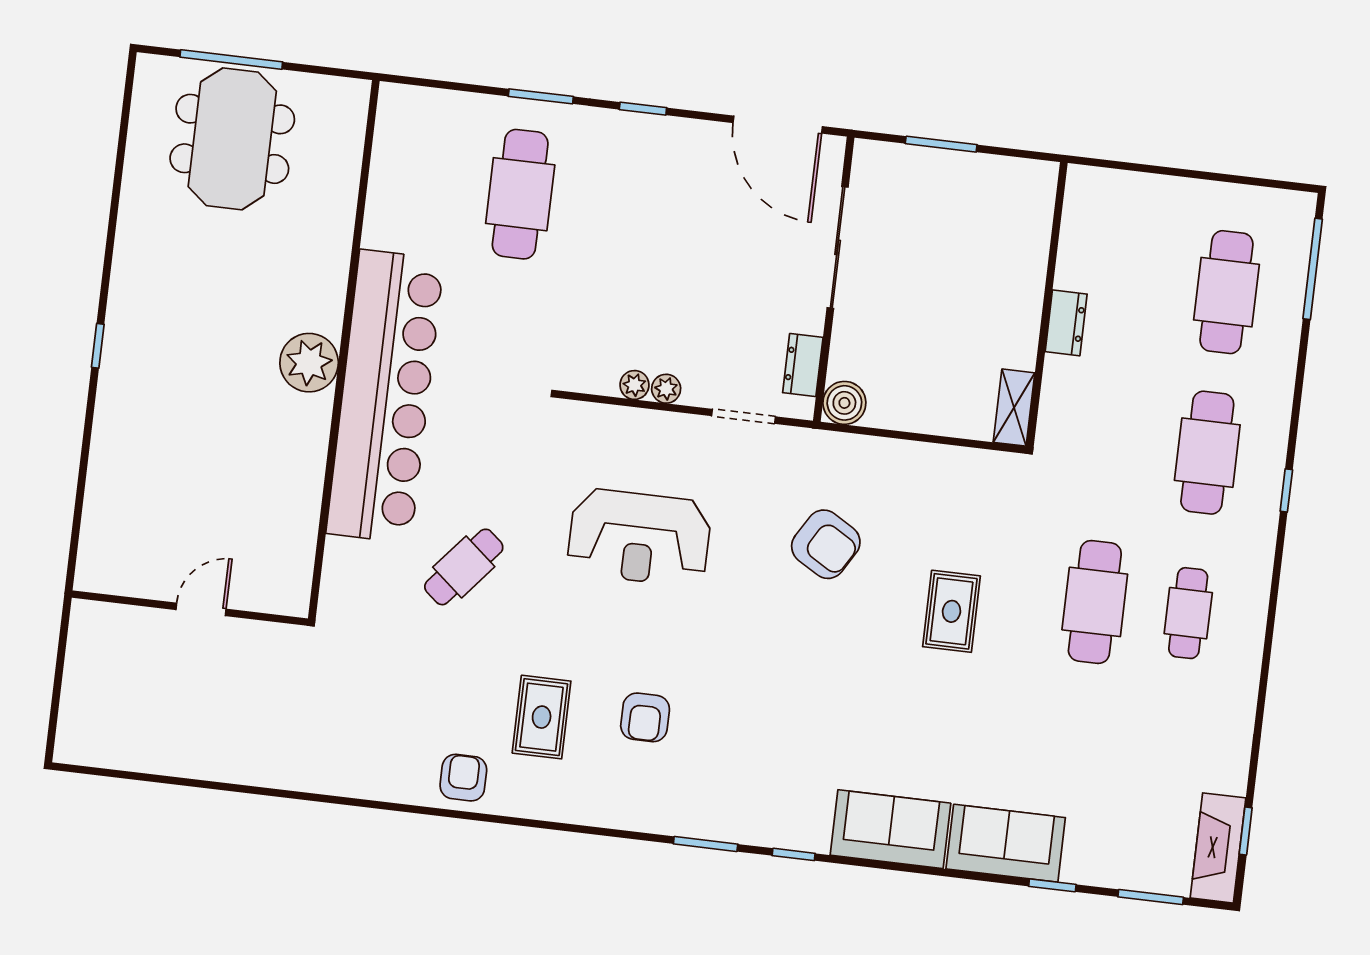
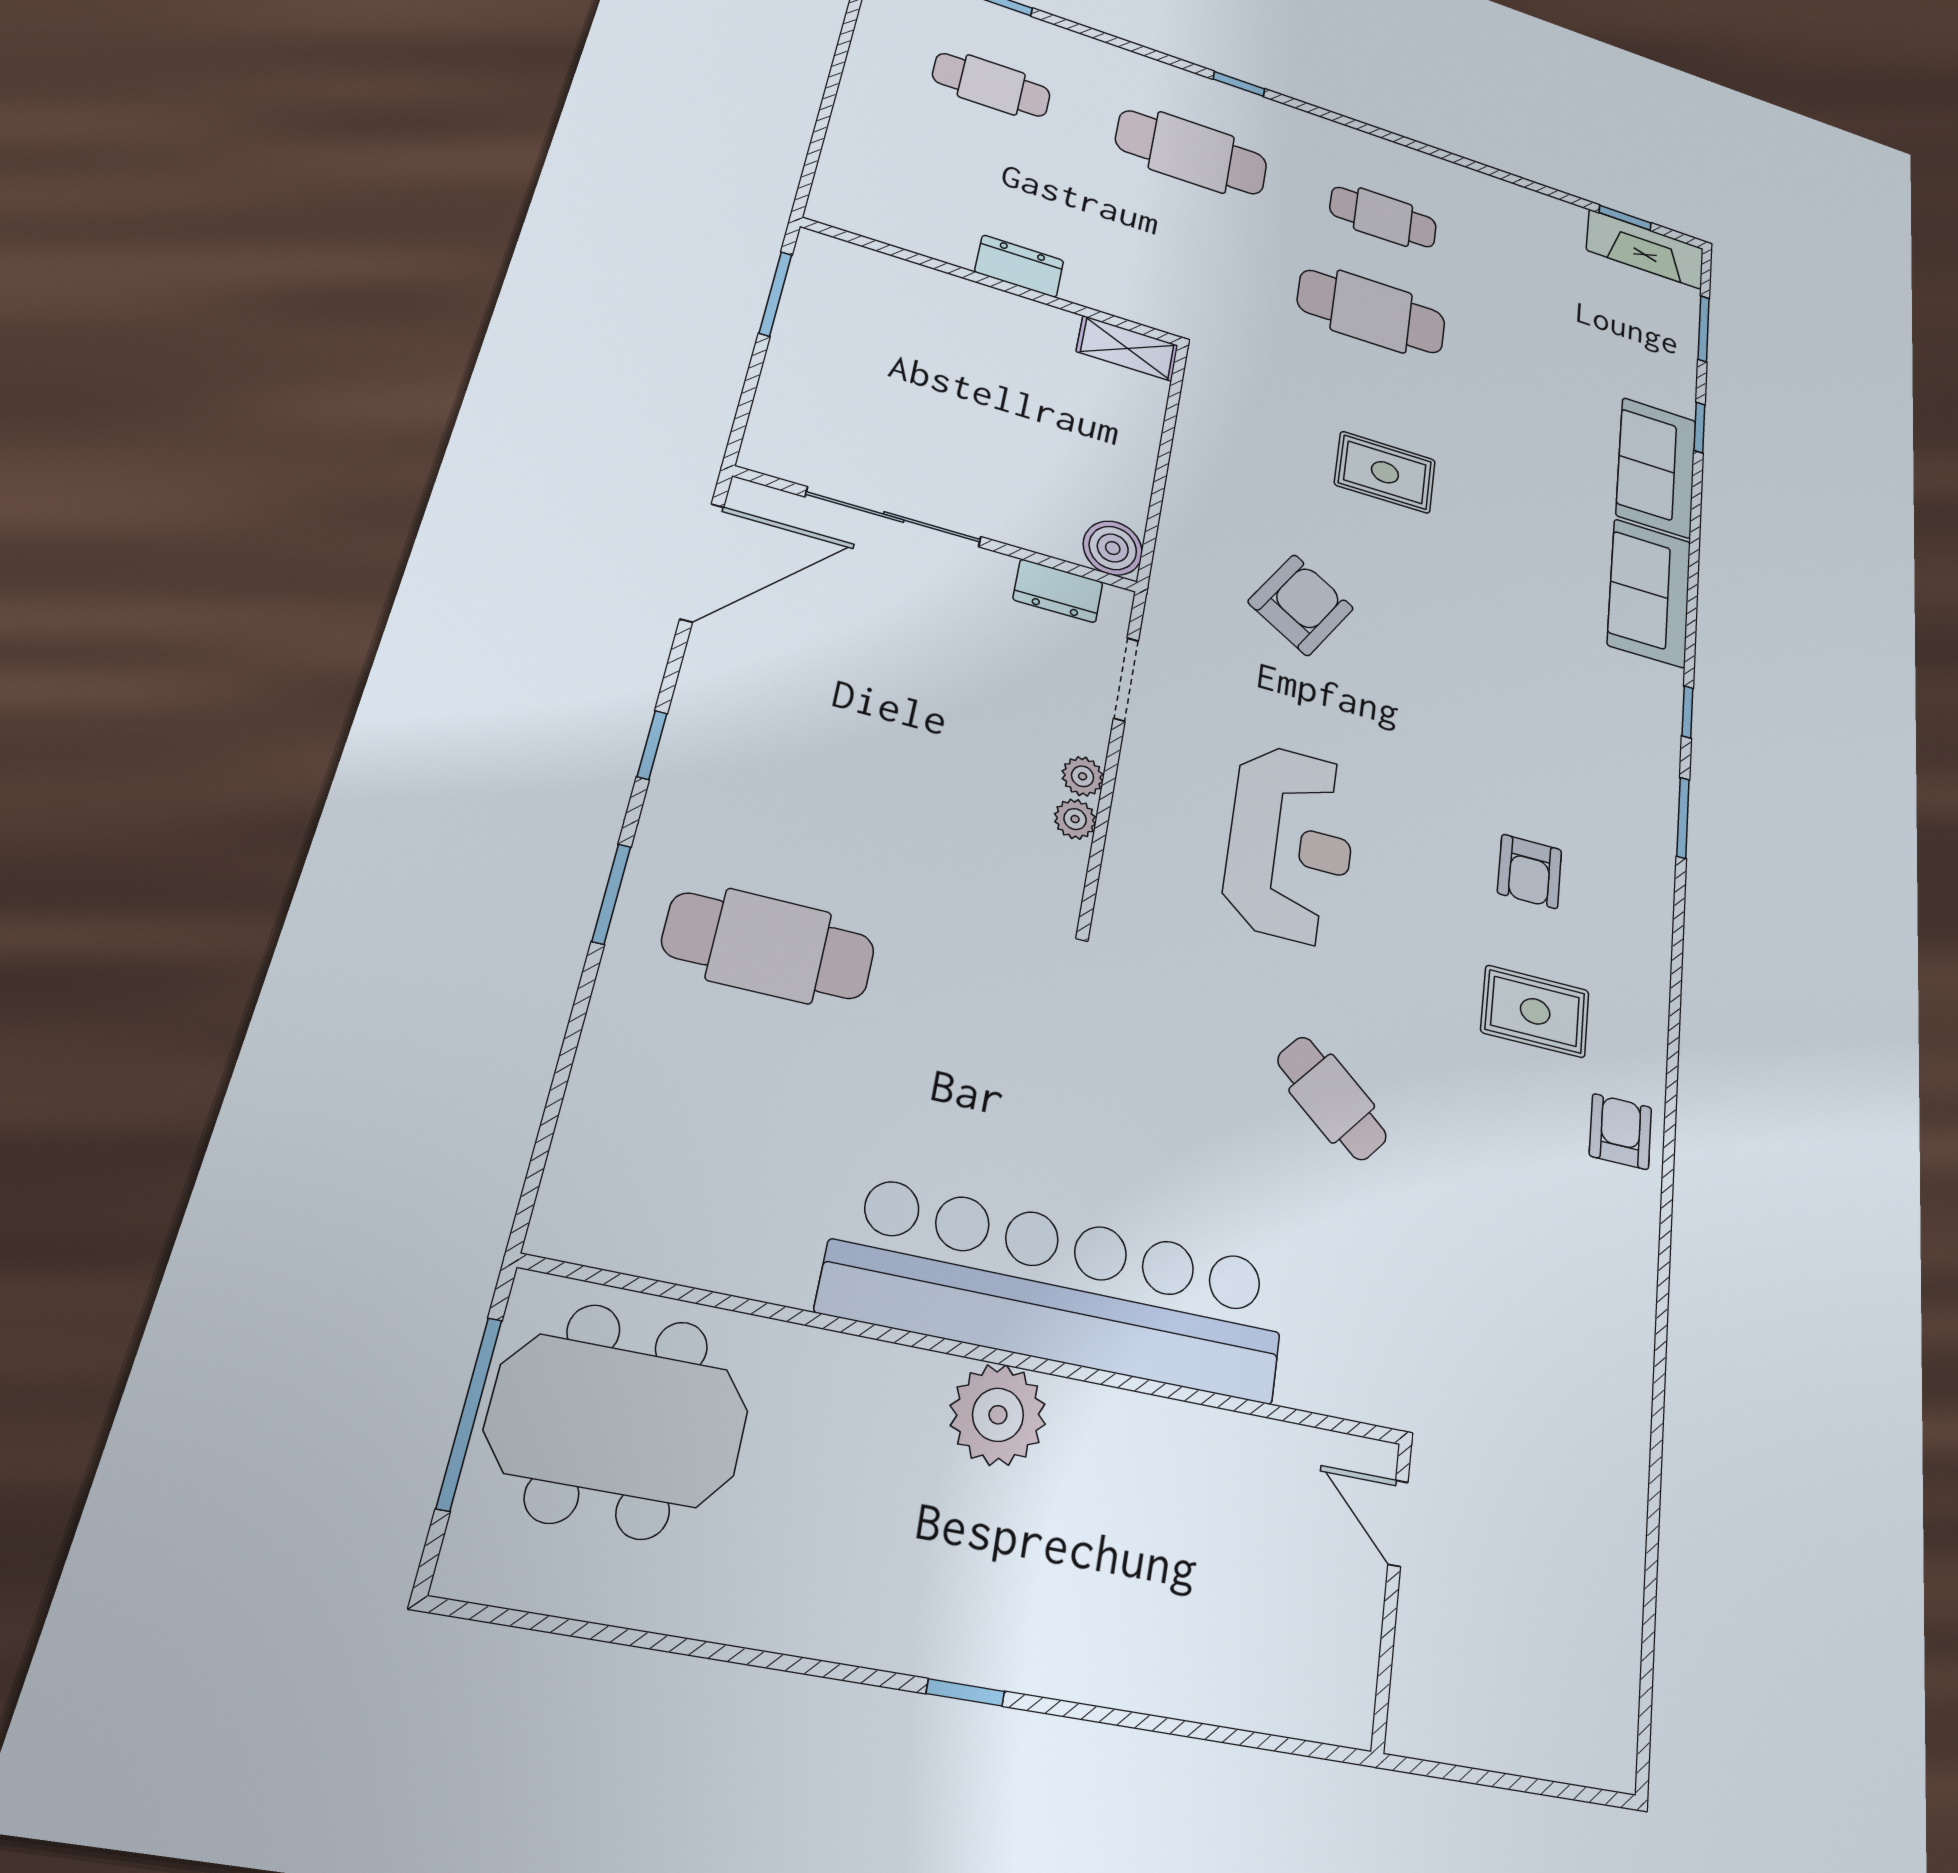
window: (941, 144) -> (775, 294), moved
cafe table: (1226, 292) -> (991, 85), width x0.73, depth x0.74
wall: (344, 350) -> (980, 1353), moved
plant: (309, 363) -> (998, 1415), moved
bar counter: (385, 396) -> (1059, 1289), moved
armchair: (645, 717) -> (1530, 871), turned 90
armchair: (463, 778) -> (1620, 1132), turned 90

